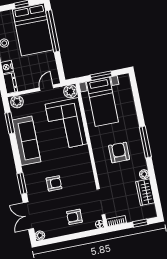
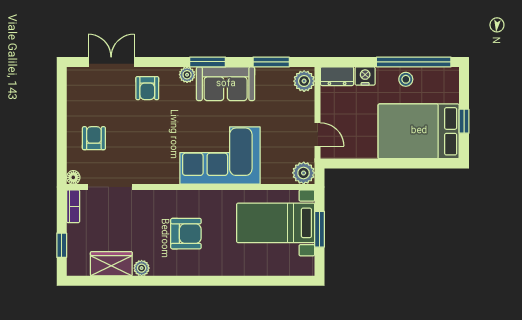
window: (53, 31) -> (410, 164), removed
corner sofa: (66, 124) -> (220, 155), moved
sofa: (26, 141) -> (226, 84), width x0.73
window: (145, 142) -> (195, 281), removed
window: (22, 183) -> (208, 62), moved
armchair: (54, 183) -> (147, 88), moved
plant: (40, 235) -> (187, 75), moved

